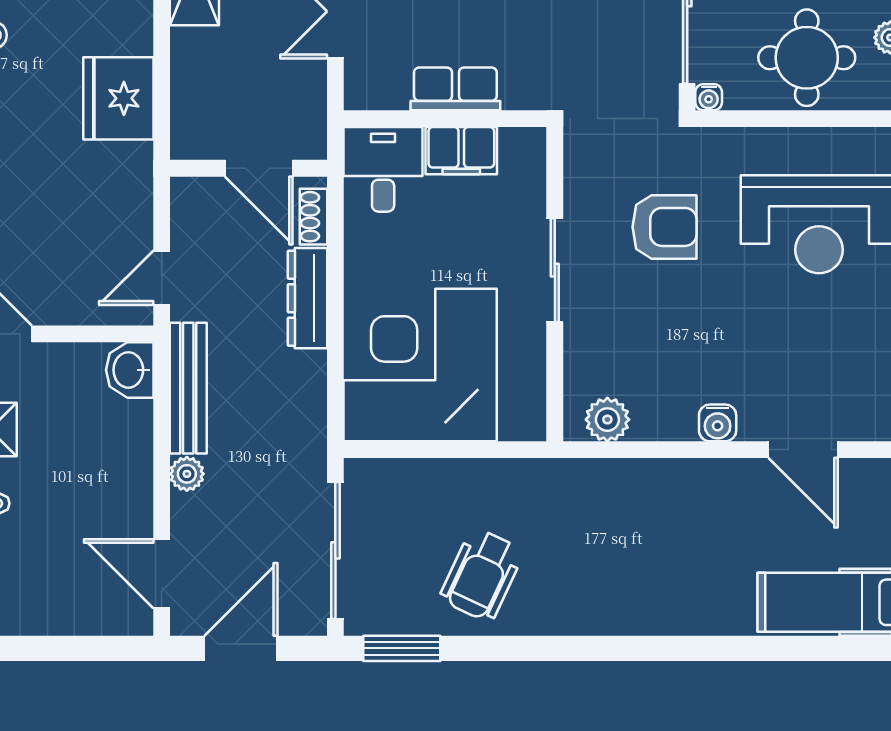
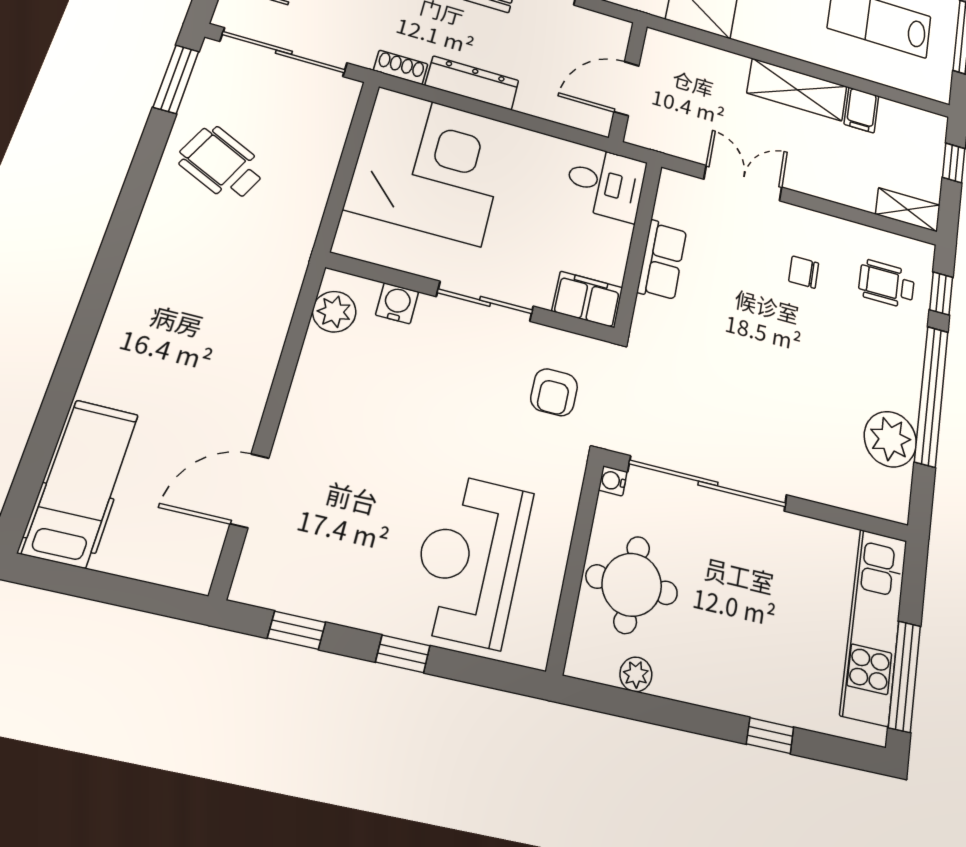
filing cabinet: (461, 151) -> (587, 299), moved, turned 90
shoe rack: (314, 217) -> (401, 67), moved
armchair: (664, 227) -> (554, 392), moved, width x0.72, depth x0.72
dresser: (307, 298) -> (472, 83), moved
water cooler: (718, 423) -> (397, 303), moved, turned 90

